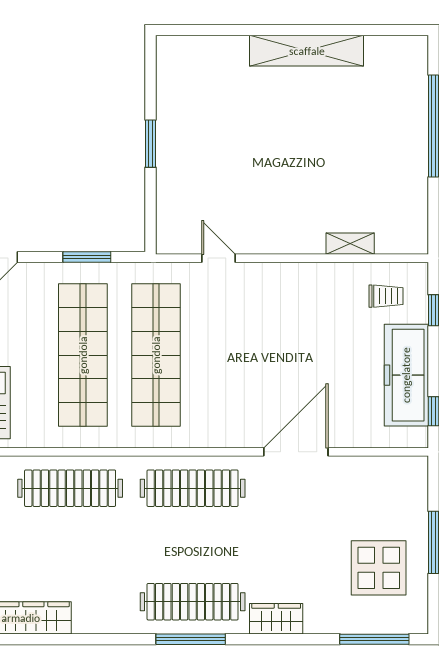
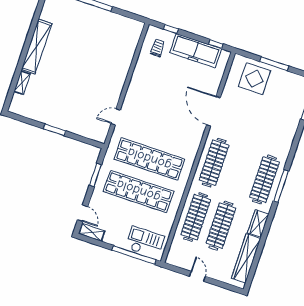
shelving: (350, 244) -> (22, 83), moved
clothes rail: (70, 545) -> (221, 226), added
display table: (379, 568) -> (254, 79), moved
wardrobe: (276, 619) -> (258, 224), moved

